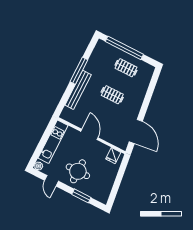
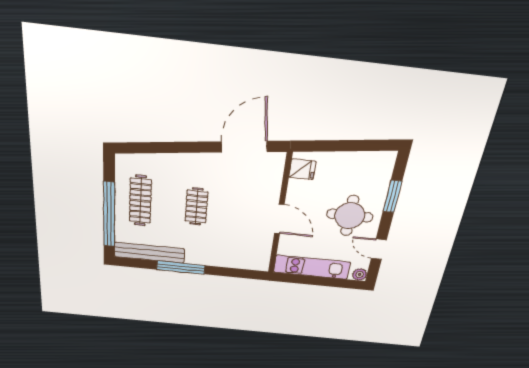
clothes rail: (126, 68) -> (140, 201), width x1.36
bench: (78, 90) -> (149, 253), moved
door: (89, 134) -> (279, 219), swing flipped
door: (51, 181) -> (379, 249), swing flipped

